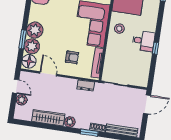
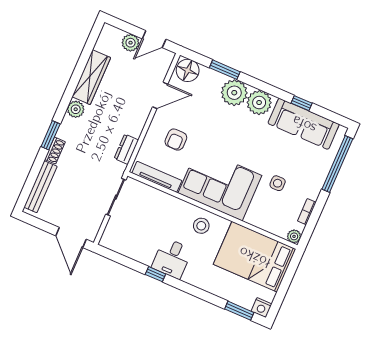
plant: (32, 46) -> (259, 103), moved

